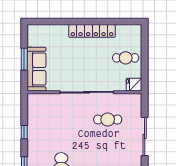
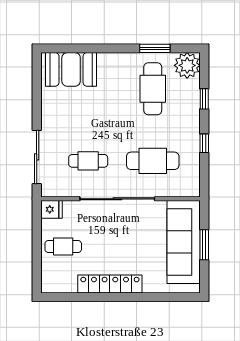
sofa: (36, 69) -> (184, 242), width x1.36, depth x1.27
cafe table: (61, 120) -> (153, 161), added
sliding door: (145, 136) -> (37, 157), moved

